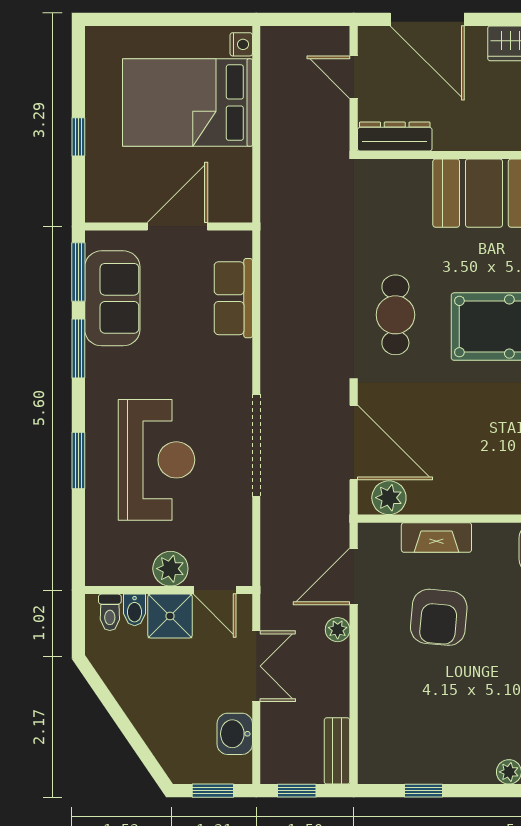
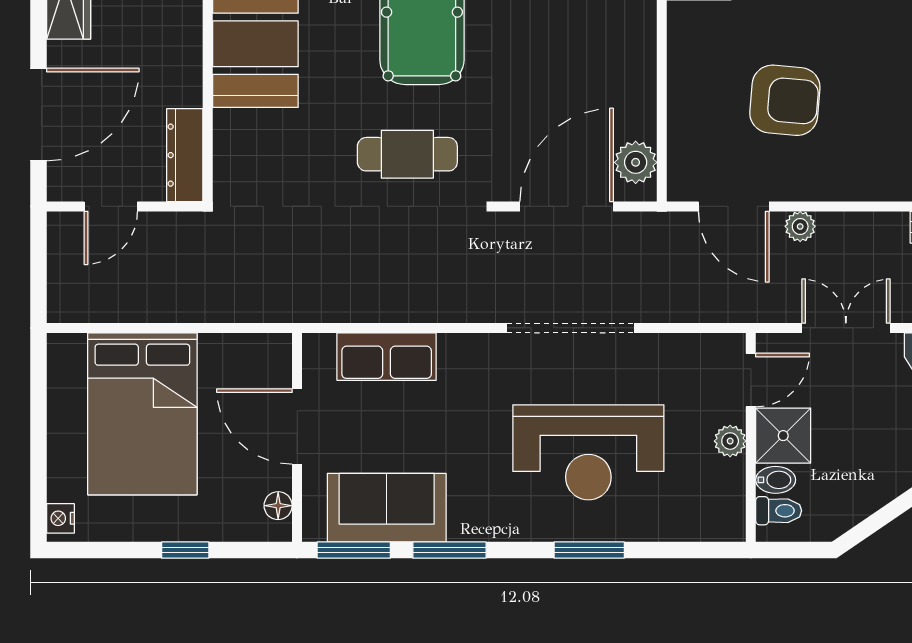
nightstand: (241, 44) -> (60, 518), moved, turned -90
floor lamp: (114, 211) -> (278, 506), added
reception desk: (157, 460) -> (588, 452), turned 180
fireplace: (436, 537) -> (685, 103), removed
plant: (170, 569) -> (730, 441), width x0.73, depth x0.73

